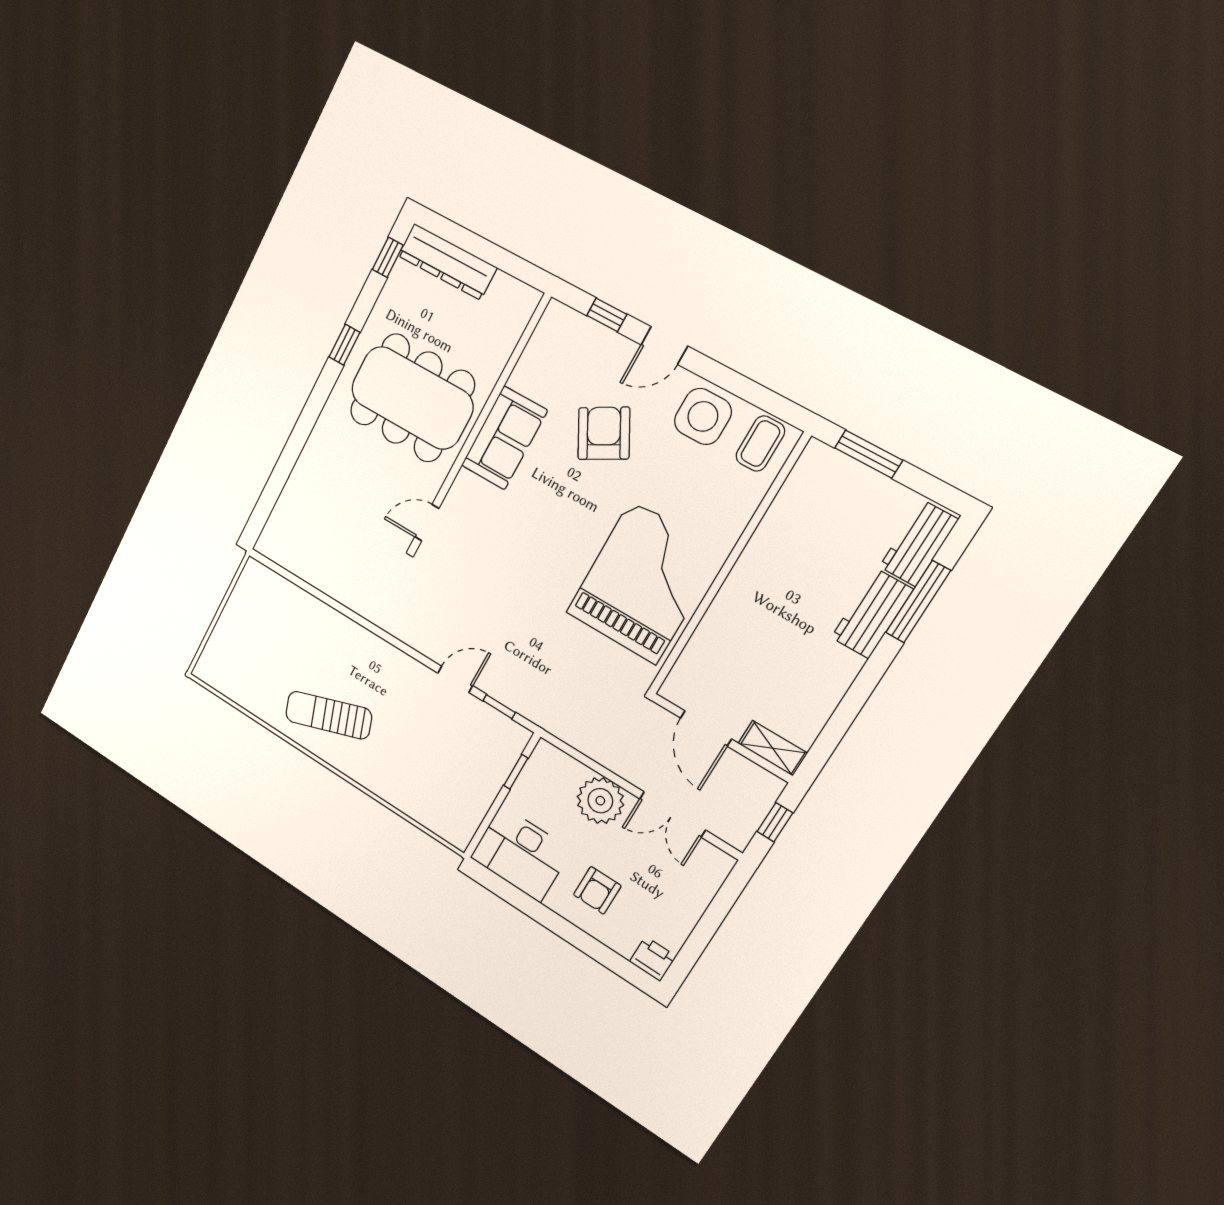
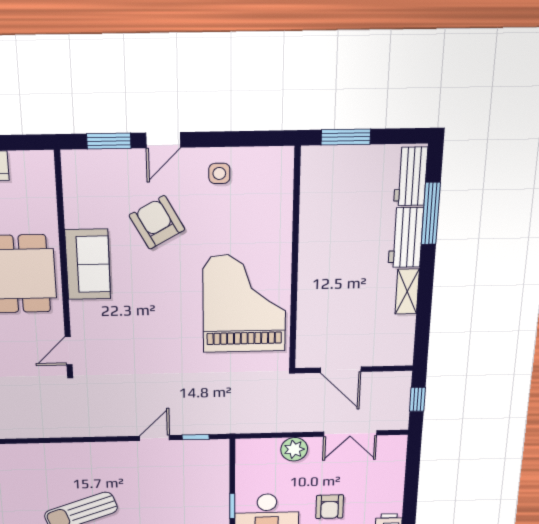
window: (607, 315) -> (109, 141), width x1.50
side table: (703, 416) -> (219, 173), width x0.54, depth x0.54
coffee table: (760, 444) -> (269, 170), removed
shelving: (773, 748) -> (407, 292), moved, turned 90
window: (516, 772) -> (232, 506), moved
plant: (600, 801) -> (294, 449), width x0.73, depth x0.73

